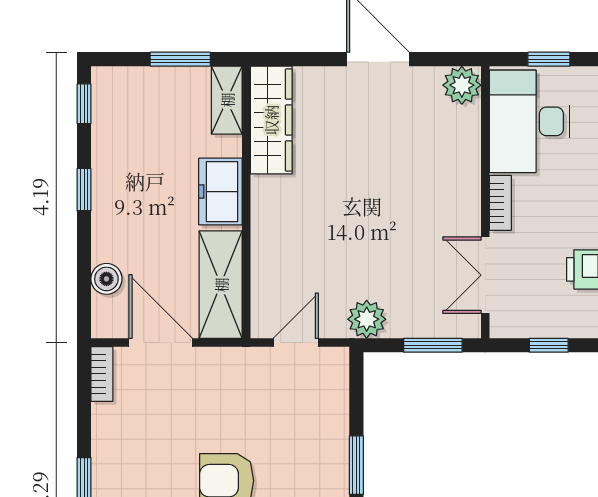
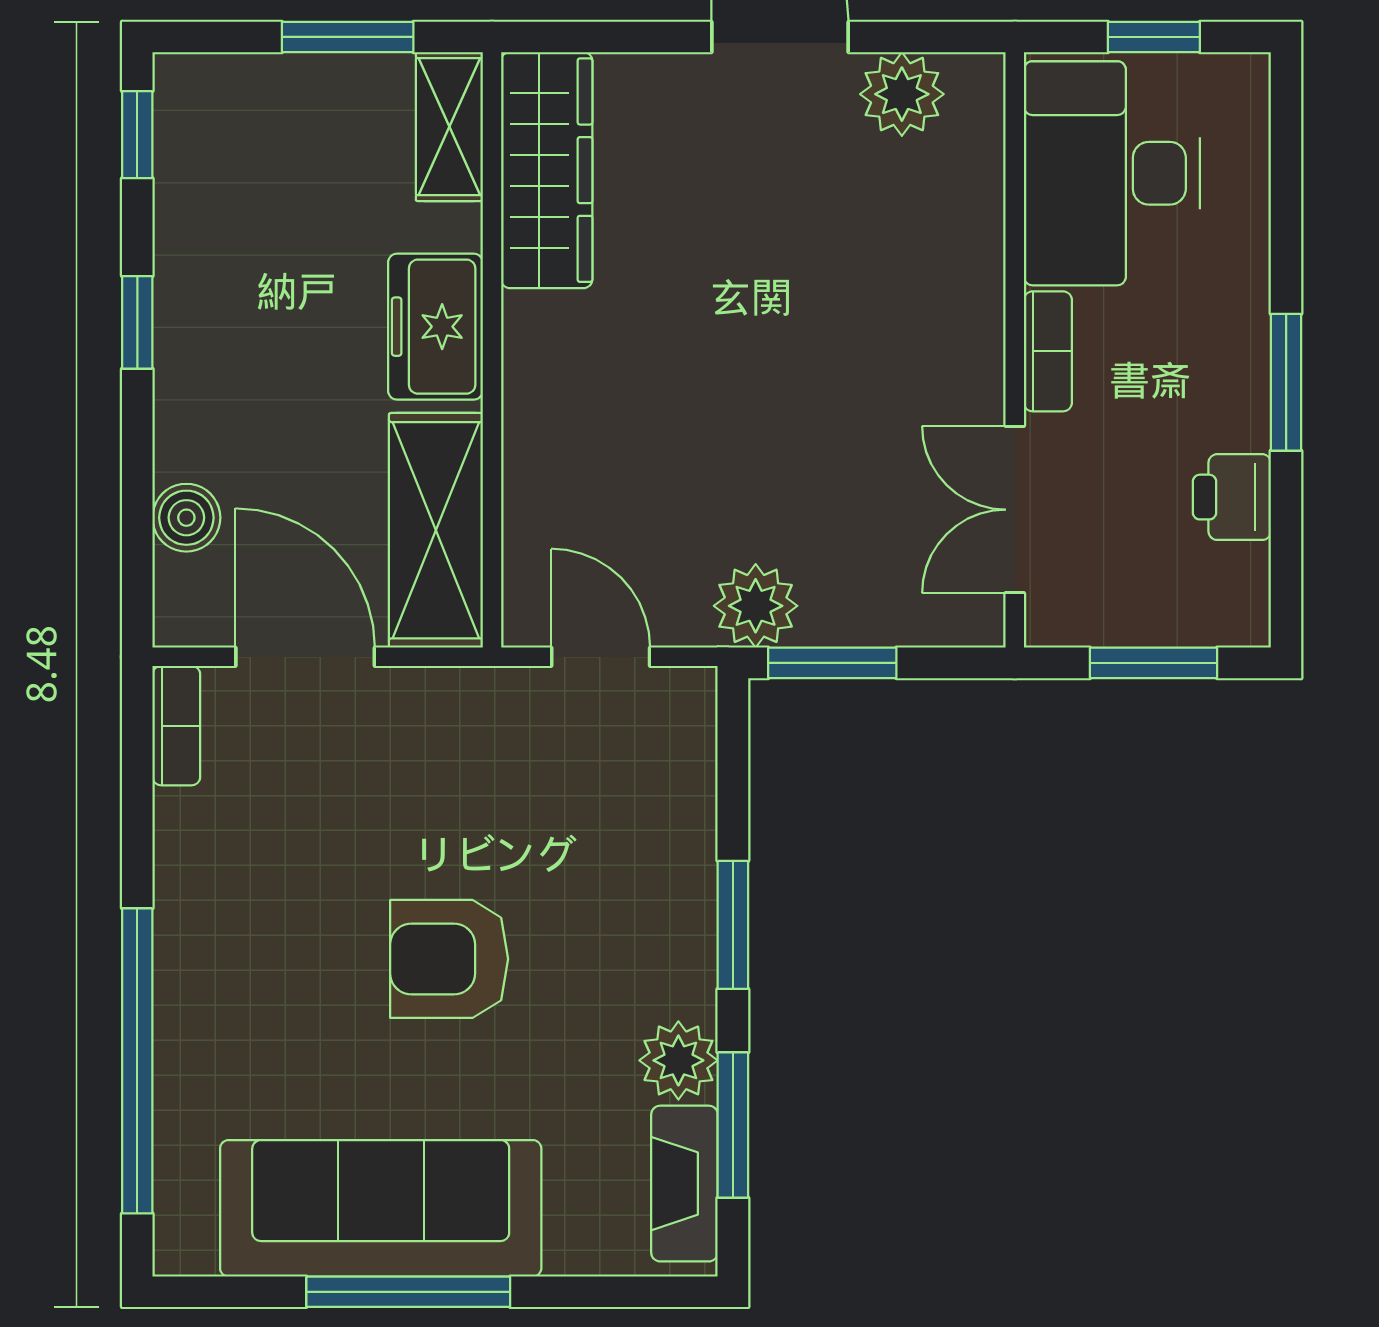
plant: (462, 85) -> (902, 94), moved
door: (296, 342) -> (601, 657), hinge flipped
window: (433, 345) -> (832, 663), moved
window: (549, 345) -> (1154, 663), width x1.50

